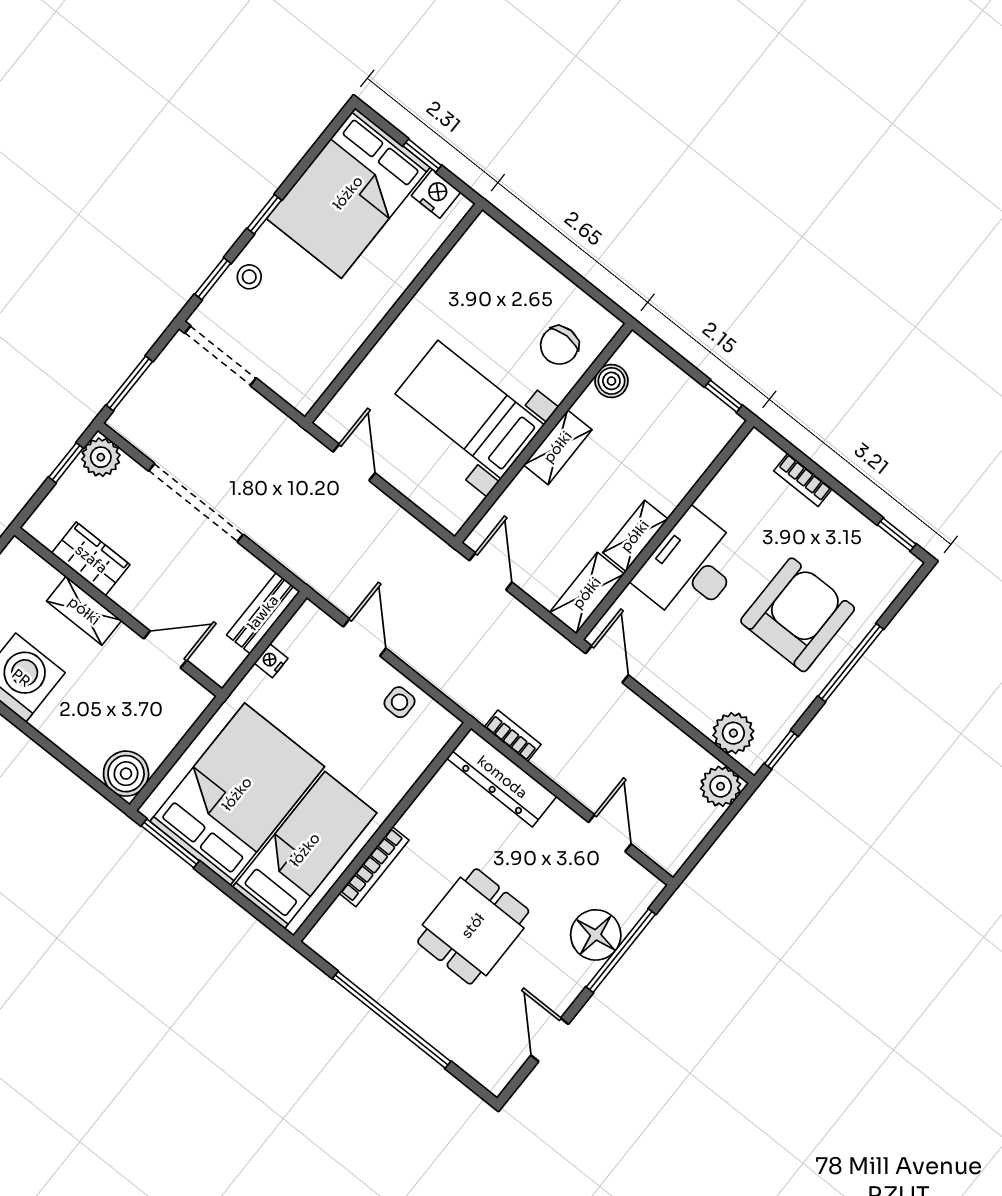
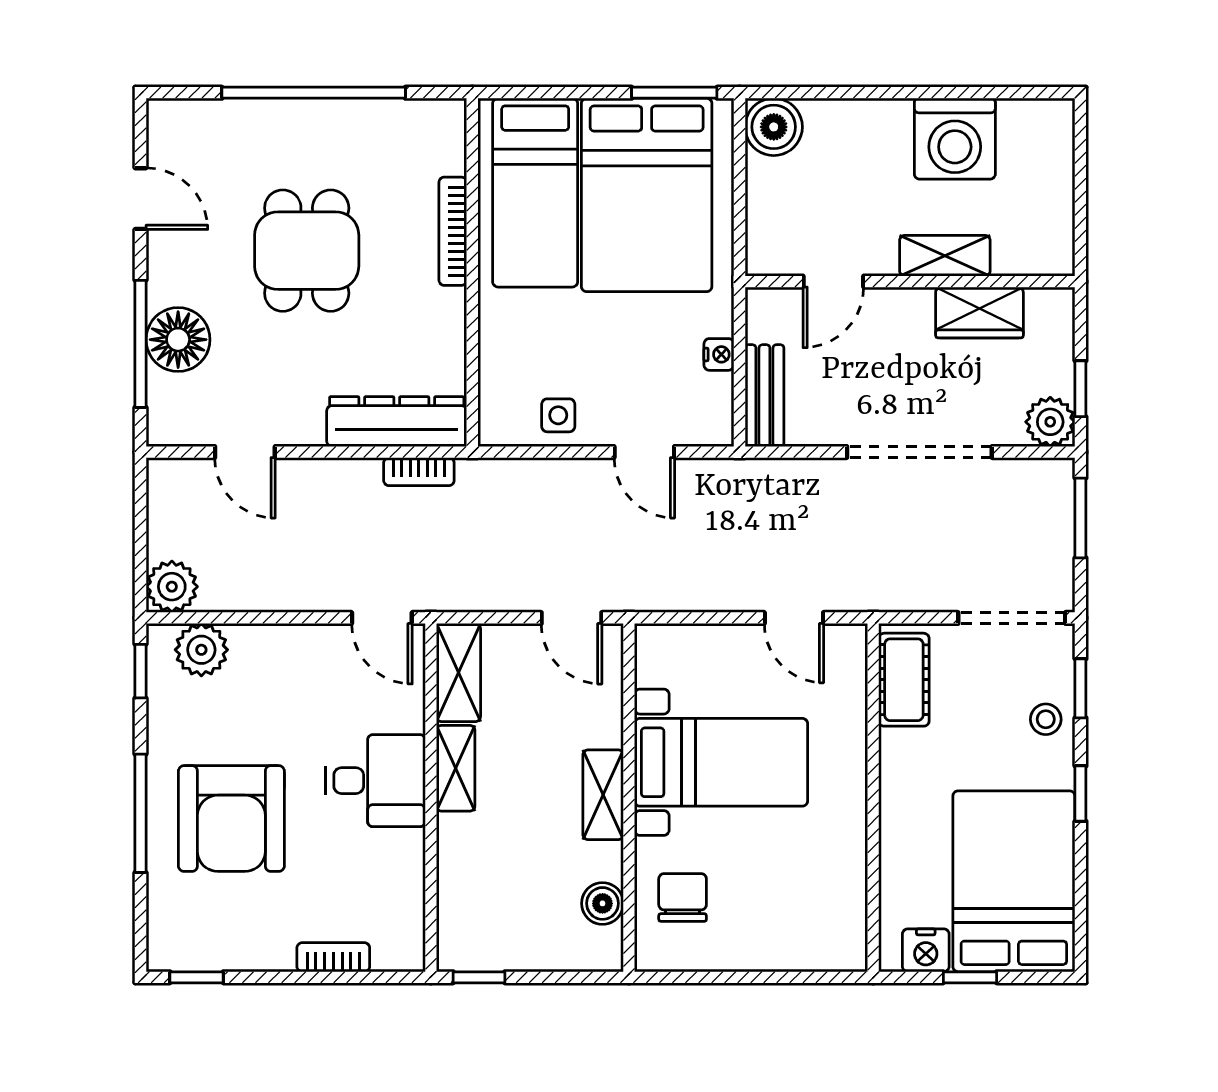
cot: (317, 371) -> (904, 680), added
desk: (691, 567) -> (376, 781), width x0.73

